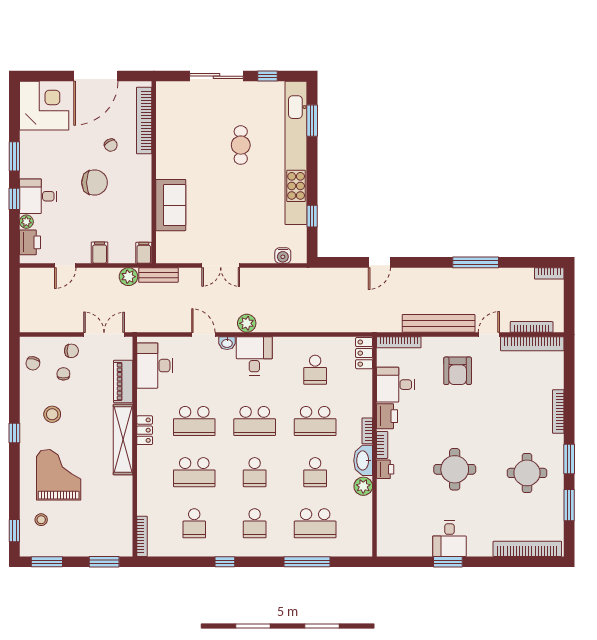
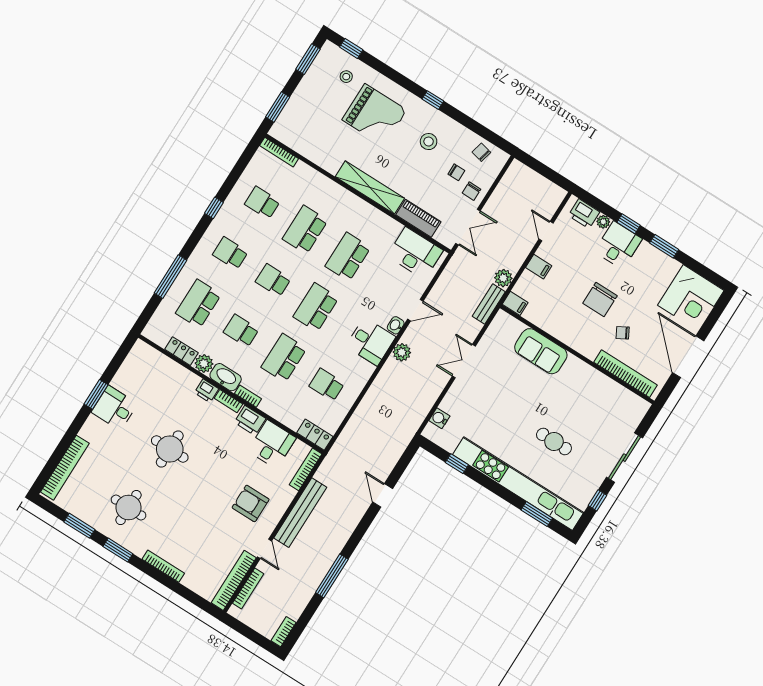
locker: (145, 430) -> (181, 351), moved, turned 180

